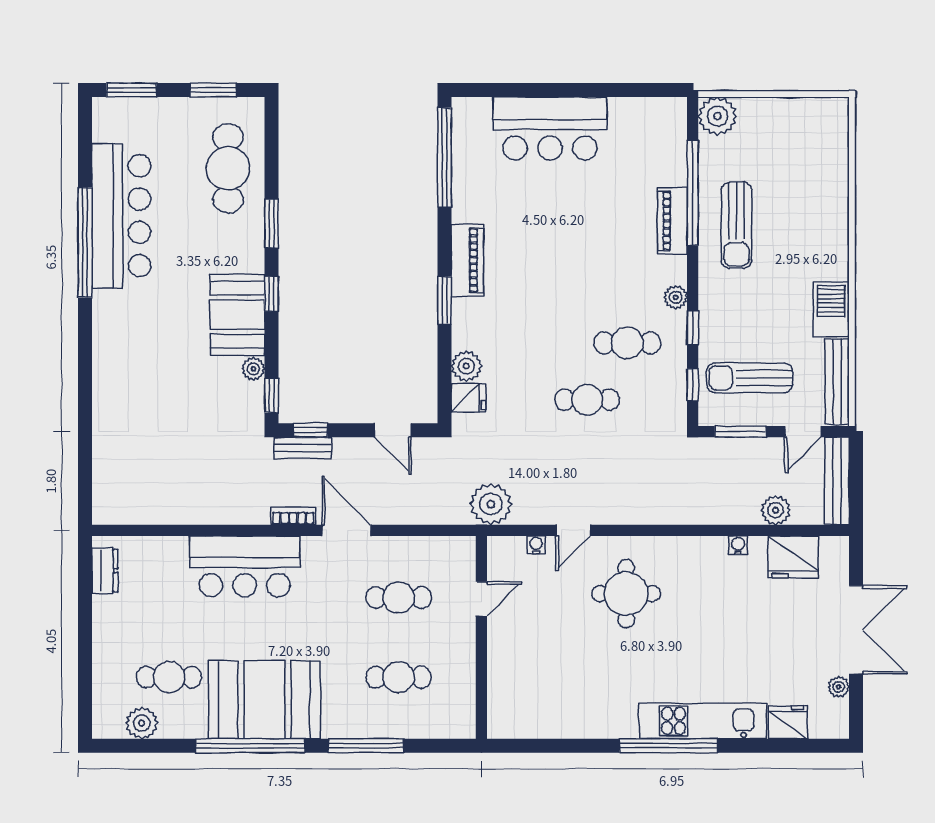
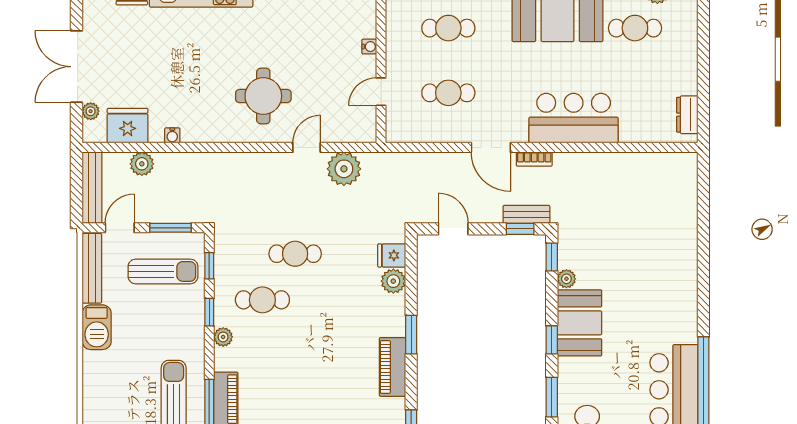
plant: (491, 504) -> (344, 169), moved
water cooler: (536, 545) -> (369, 47), moved, turned -90
plant: (839, 687) -> (91, 111), moved

